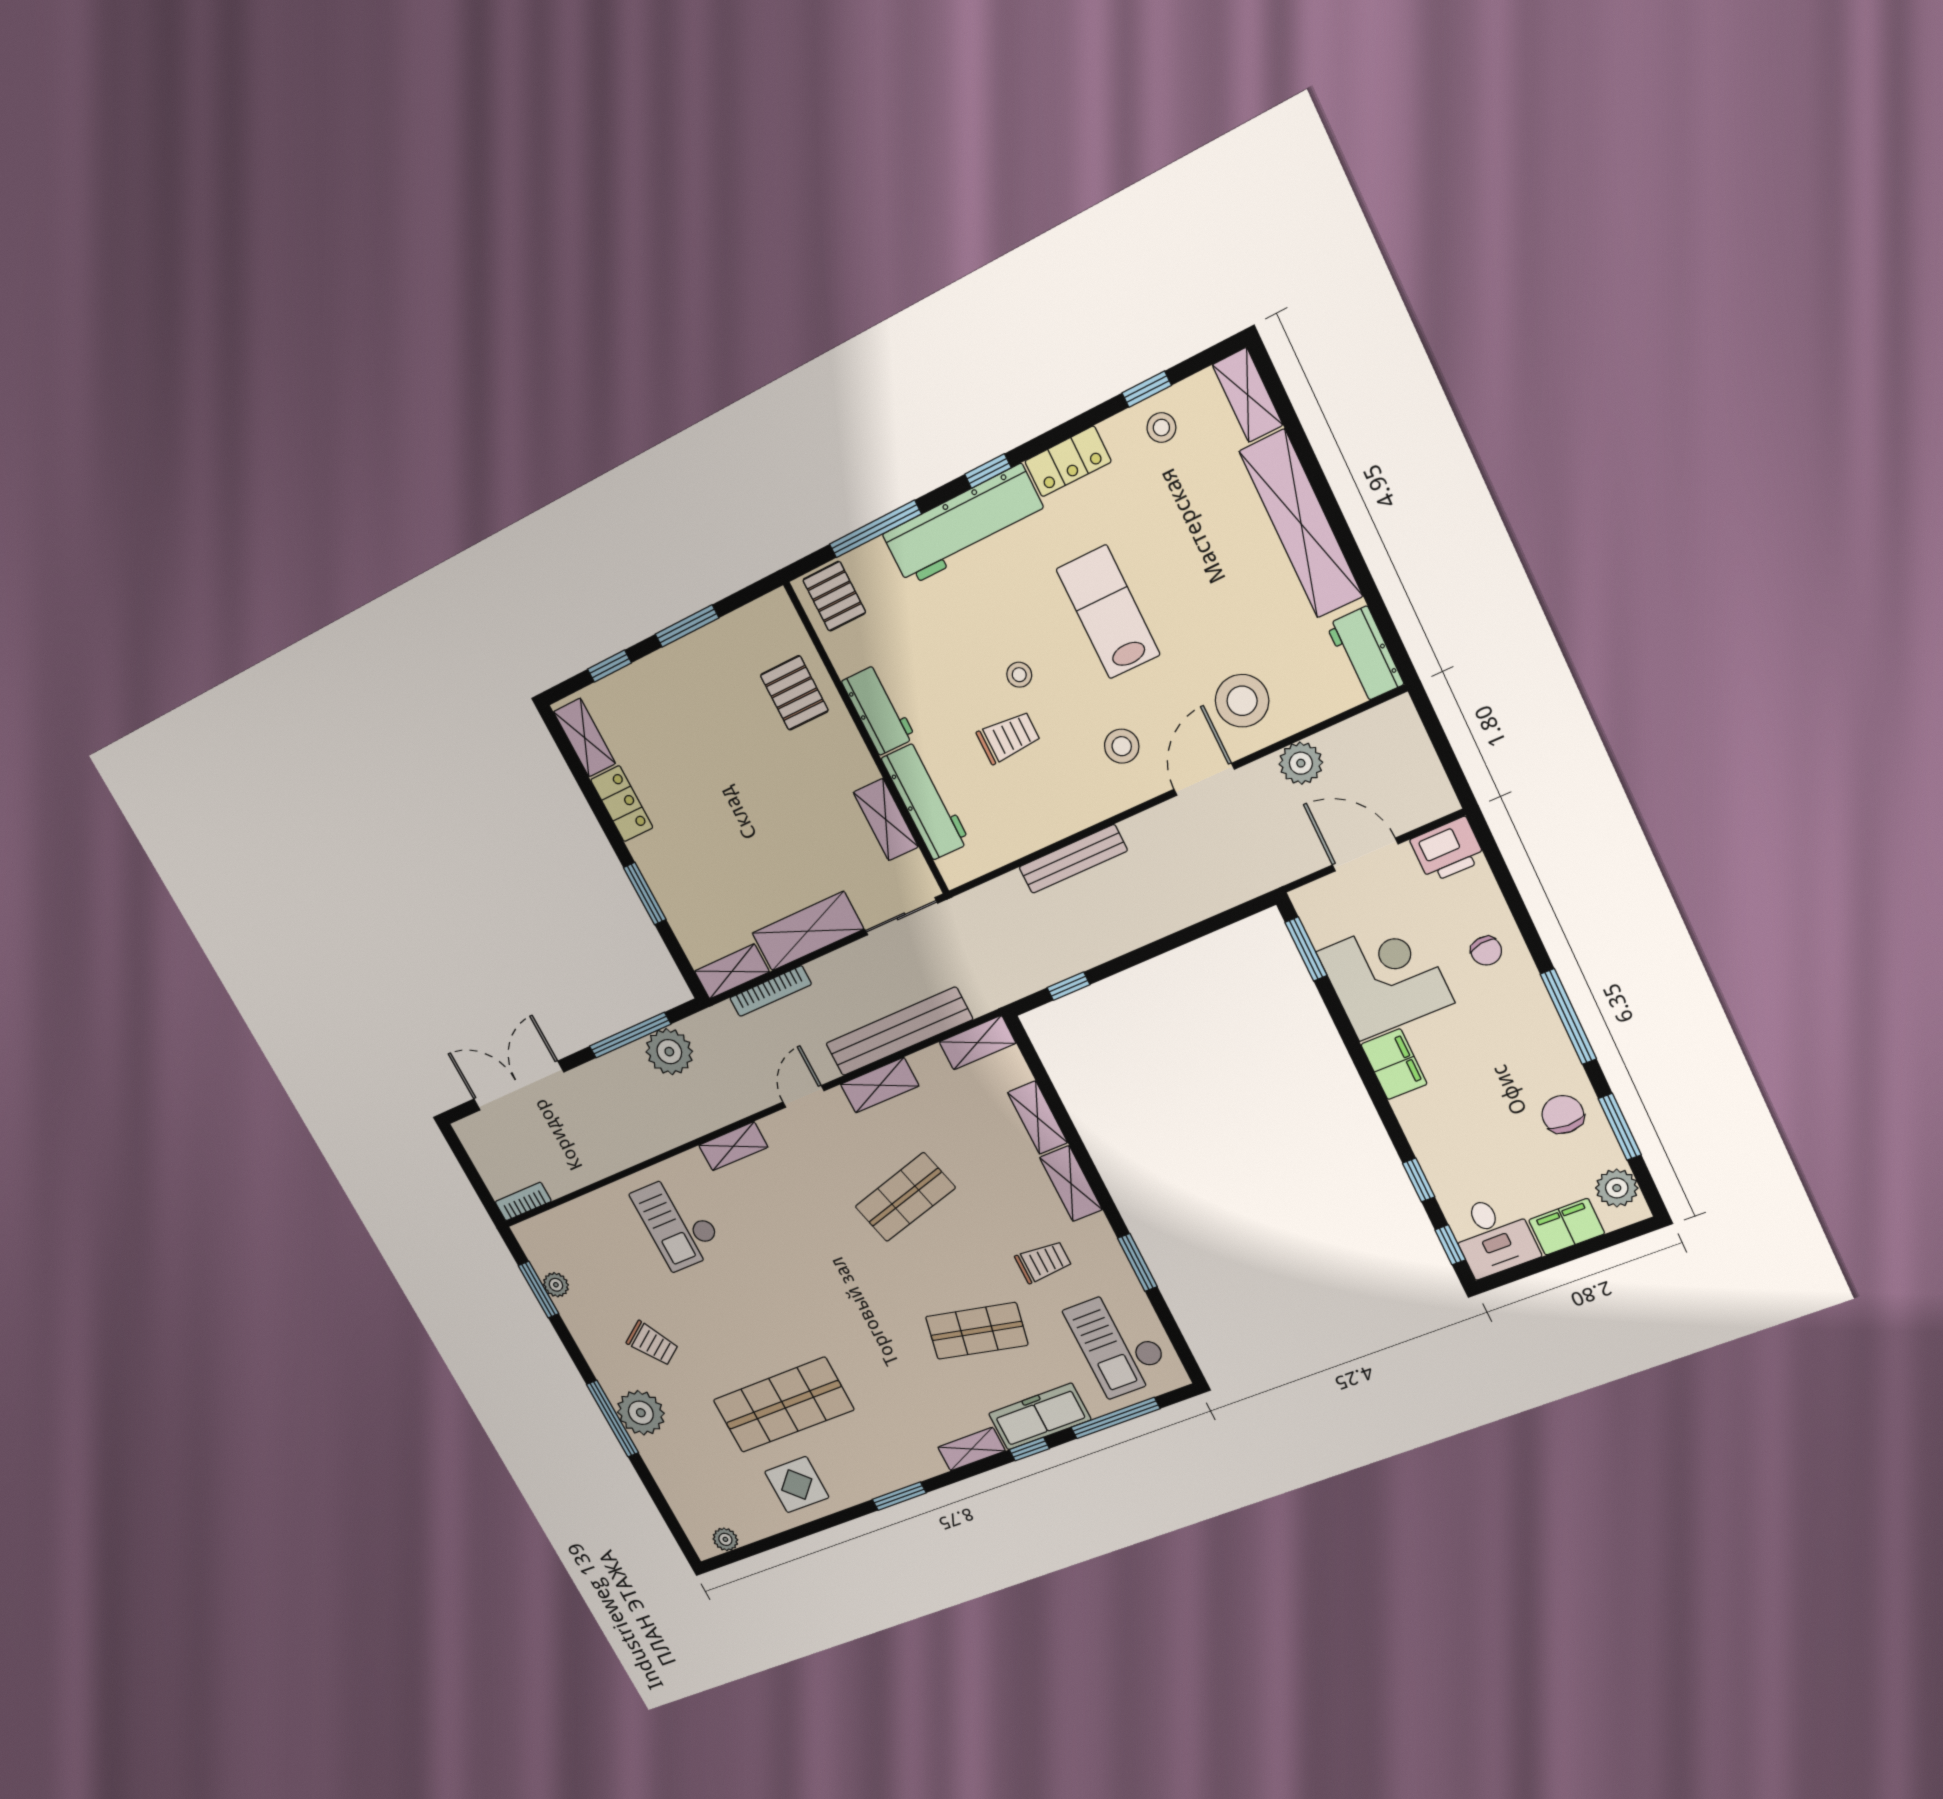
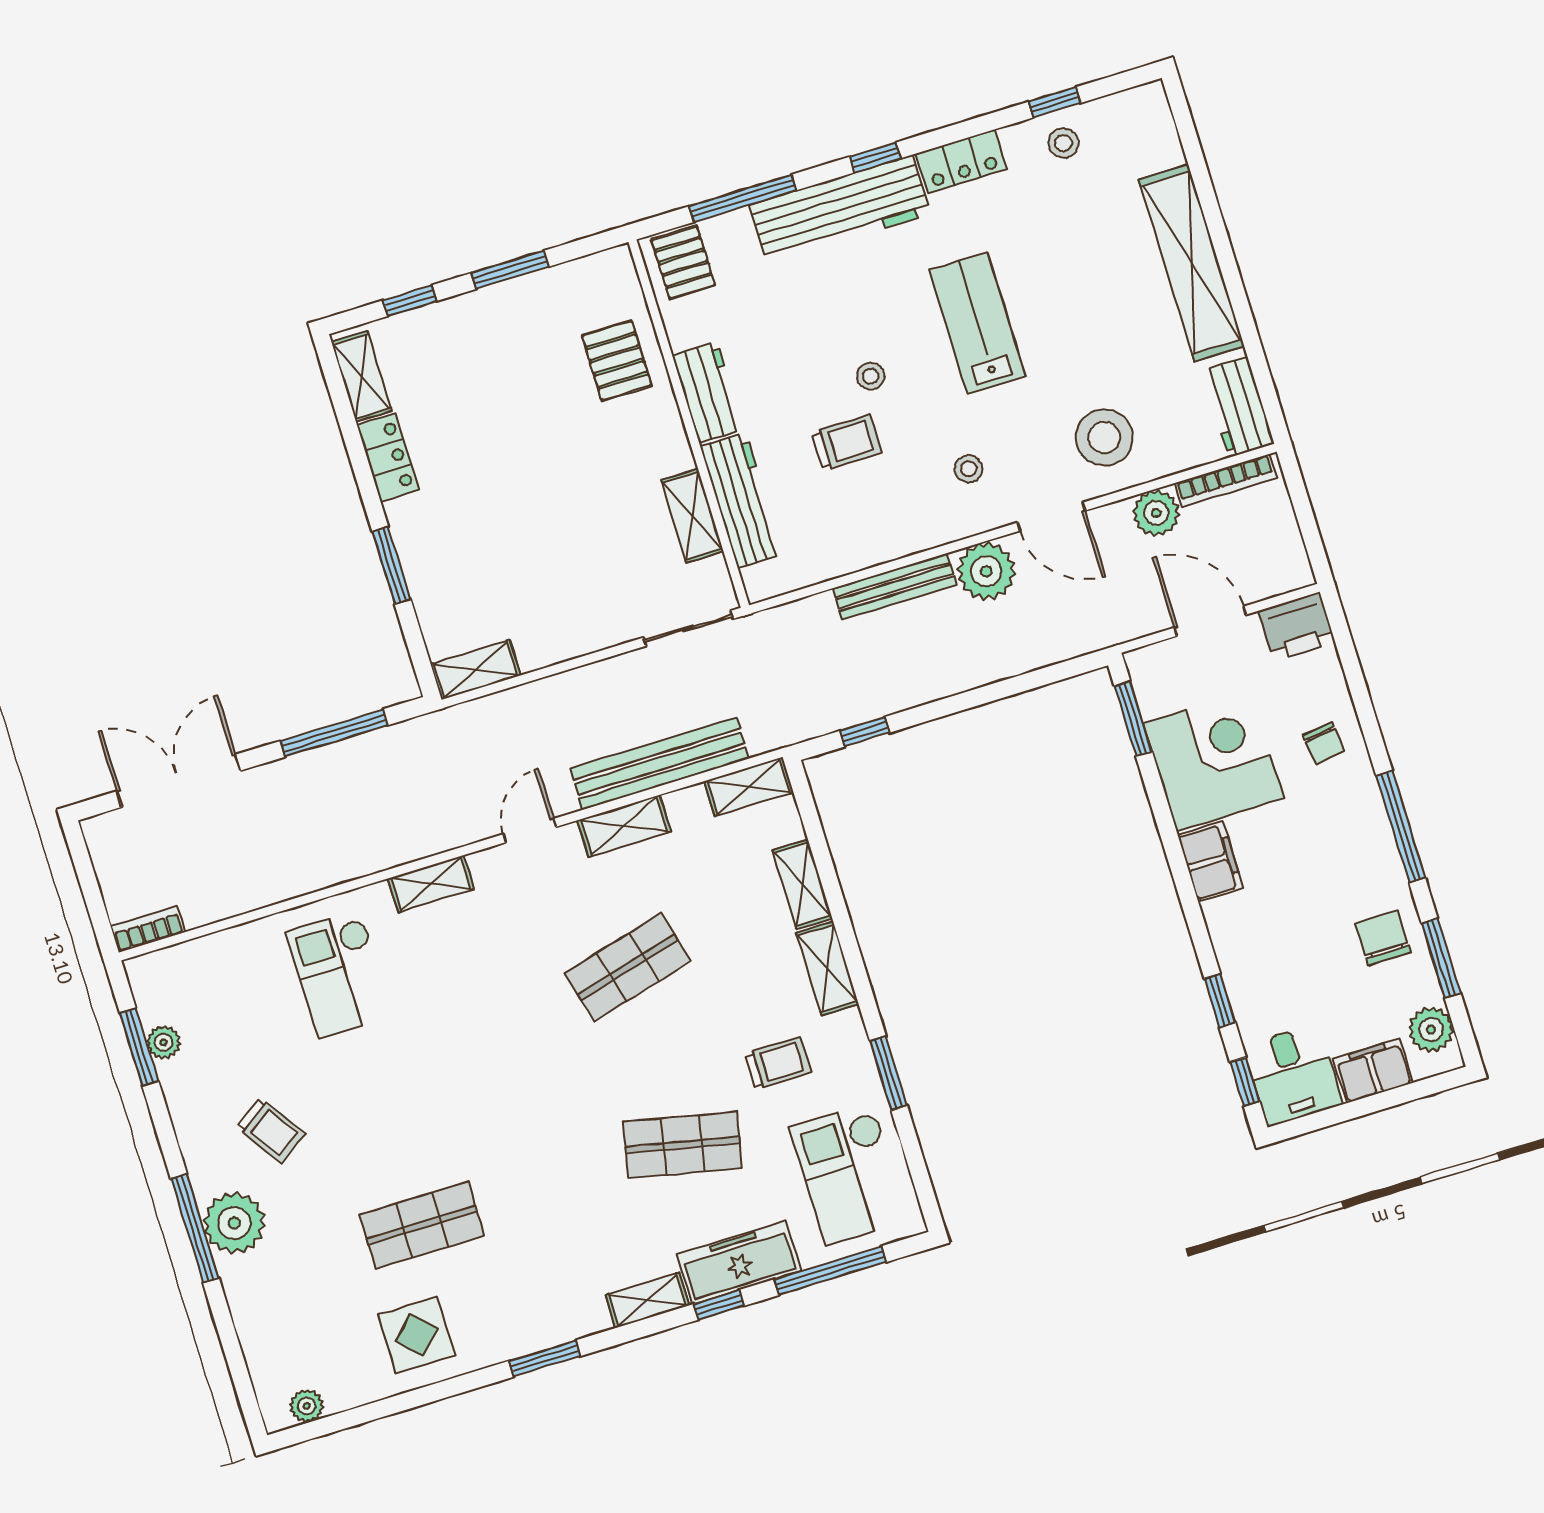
shelving: (1248, 395) -> (1156, 125), removed
stool: (1122, 746) -> (969, 469), width x0.73, depth x0.73
door: (1204, 779) -> (1051, 517), swing flipped
shelving: (808, 931) -> (576, 633), removed
bookcase: (771, 991) -> (1226, 480), moved
plant: (669, 1052) -> (986, 571), moved
shop shelf: (783, 1405) -> (422, 1225), width x0.70, depth x0.74

